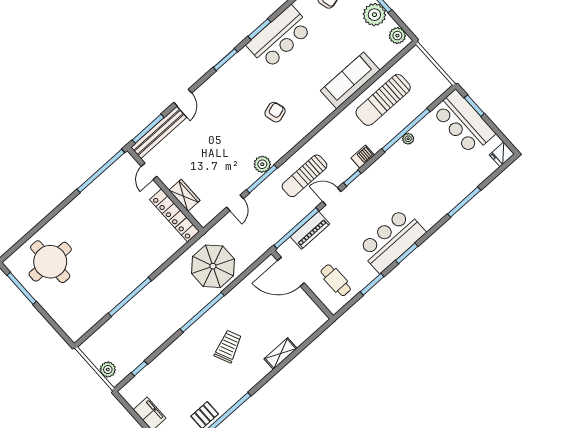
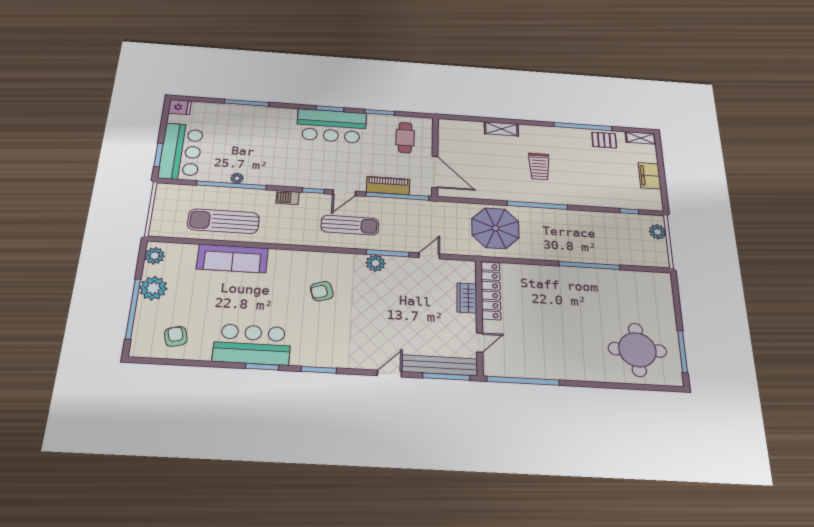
sun lounger: (383, 100) -> (223, 221), turned 180
door: (332, 196) -> (344, 193), hinge flipped
trolley: (228, 346) -> (539, 166), turned -66

